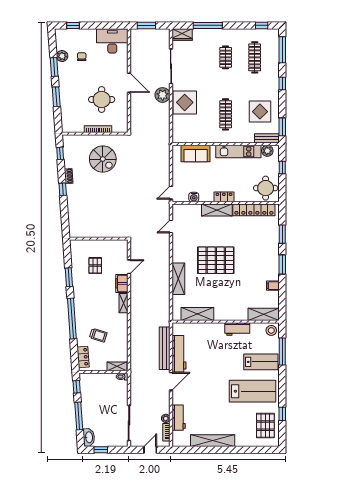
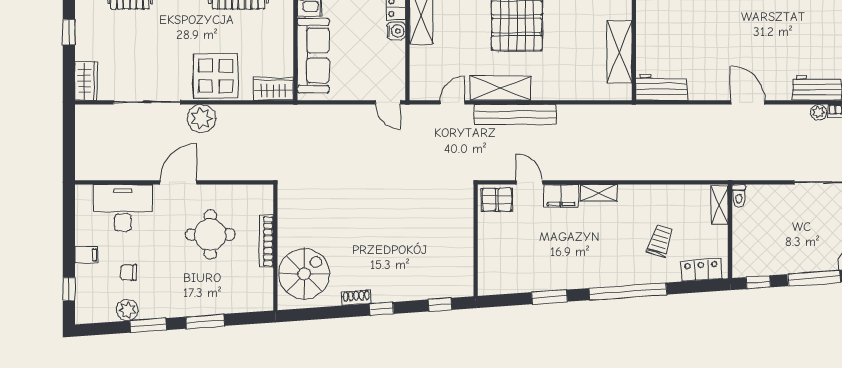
window: (146, 25) -> (69, 149), removed
window: (208, 25) -> (69, 32), width x0.46
filing cabinet: (91, 35) -> (86, 255), added
desk: (112, 41) -> (123, 208), moved, turned 90
wardrobe: (178, 133) -> (273, 89), added
window: (60, 153) -> (440, 305), moved
sofa: (196, 153) -> (313, 55), width x1.36
spiral stairs: (103, 159) -> (304, 274), moved
water cooler: (194, 197) -> (396, 31), moved
door: (171, 226) -> (452, 102), swing flipped
pallet: (95, 266) -> (497, 200), moved
shelving: (178, 279) -> (500, 88), moved
bench: (165, 348) -> (515, 114), moved
workbench: (179, 354) -> (661, 87), moved, width x0.73

